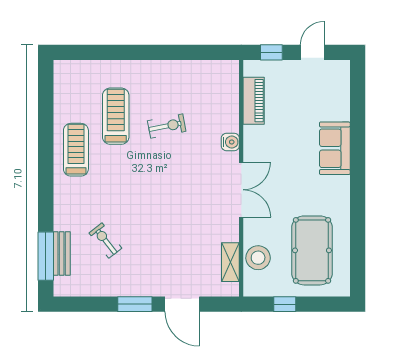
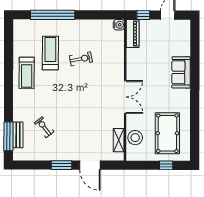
window: (119, 52) -> (53, 15), added
piano: (254, 101) -> (133, 34), moved
water cooler: (230, 142) -> (119, 25), moved
treadmill: (76, 150) -> (27, 73), turned 180
window: (285, 304) -> (166, 165), moved

